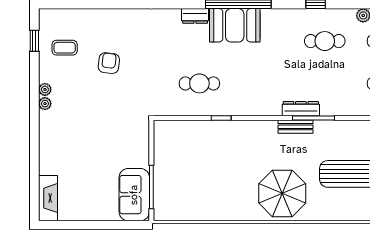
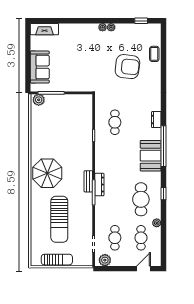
booth: (235, 25) -> (151, 156), moved
cafe table: (325, 41) -> (141, 199), width x1.37, depth x1.35
coffee table: (65, 48) -> (154, 54), moved
armchair: (109, 63) -> (127, 67), width x1.88, depth x1.88
sofa: (134, 195) -> (40, 67), moved, turned 90
plant: (163, 207) -> (39, 100), added

